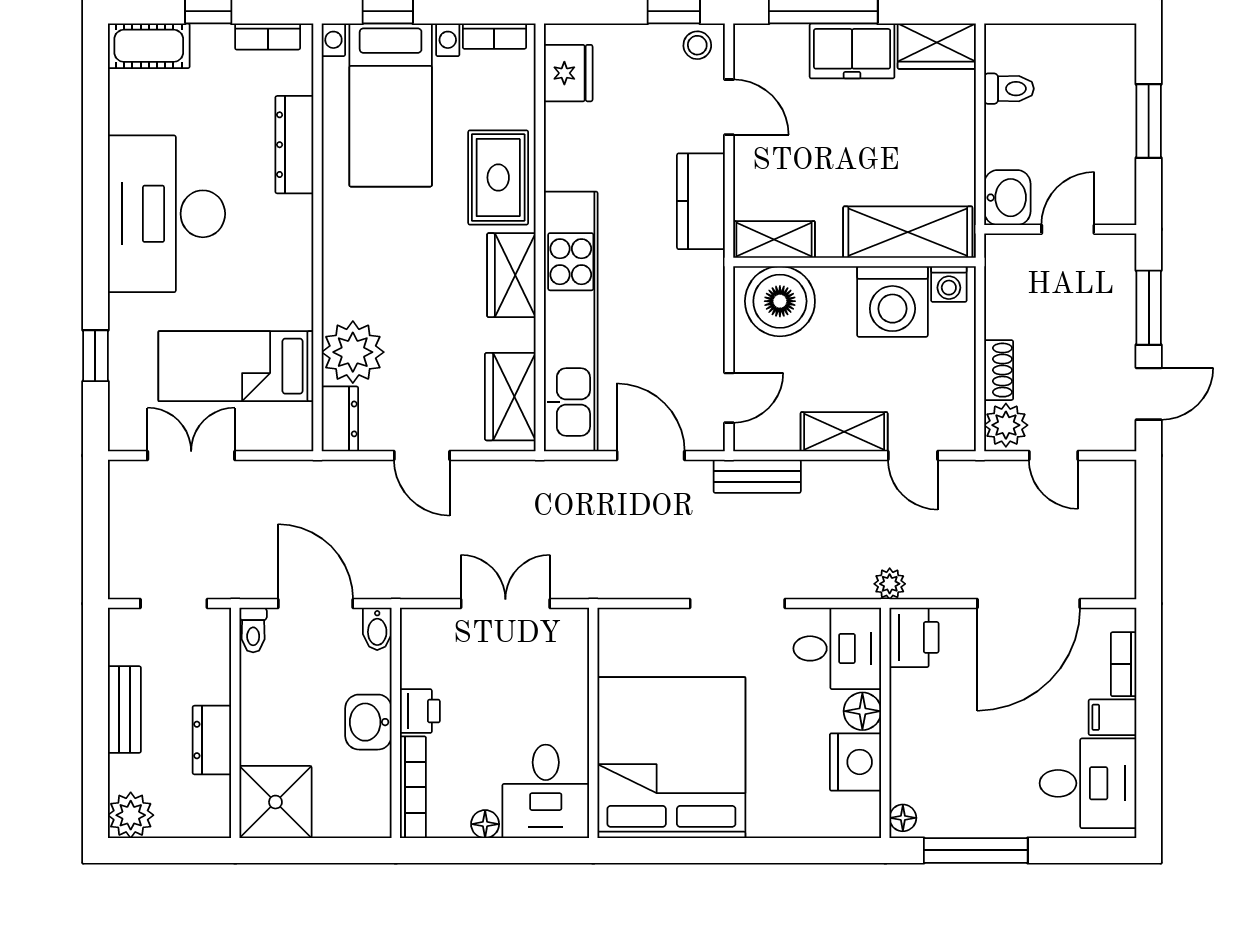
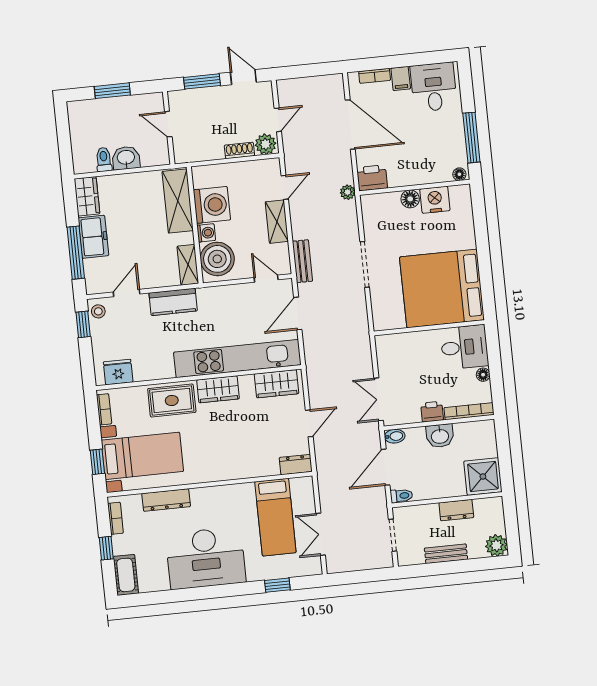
washbasin: (1007, 198) -> (126, 158), moved
washing machine: (949, 284) -> (206, 233), moved
plant: (353, 352) -> (263, 462), removed
double door: (505, 604) -> (379, 399), moved
desk: (837, 648) -> (381, 214), removed

